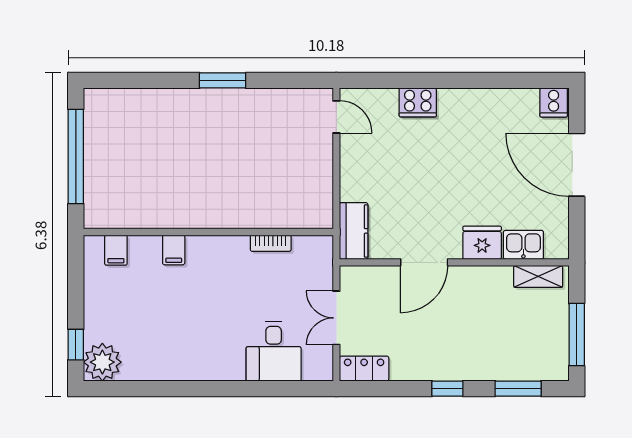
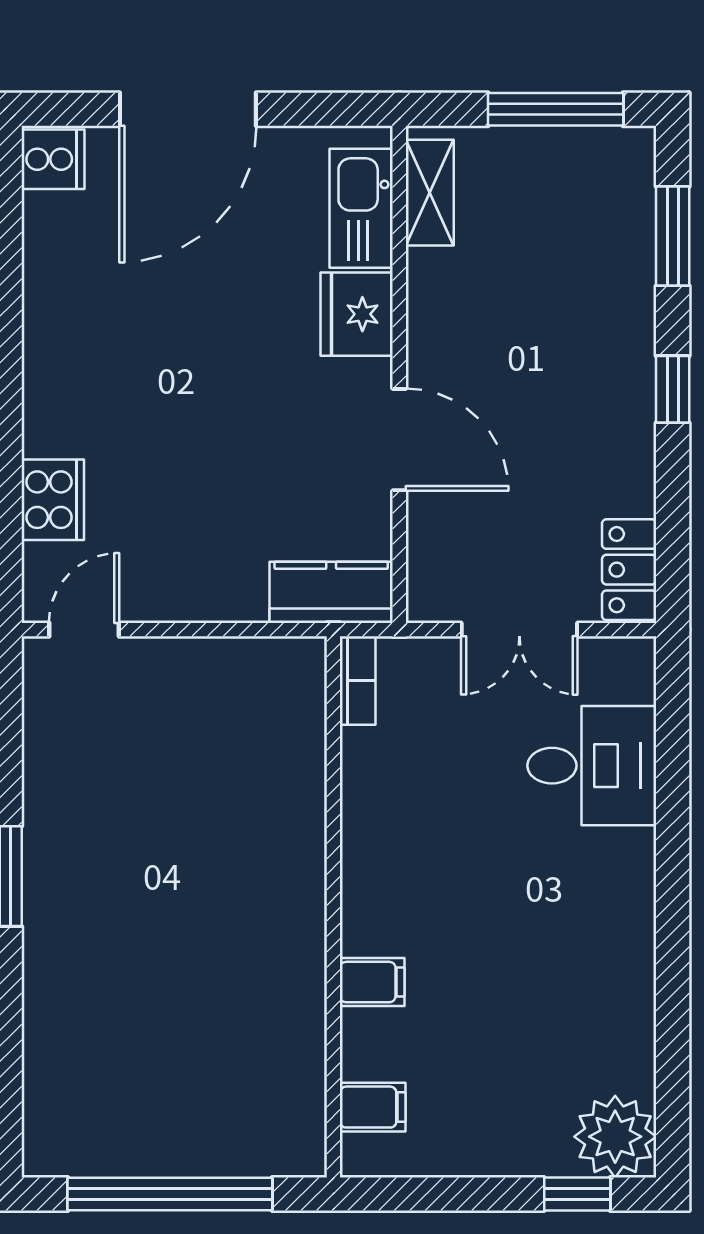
cooker: (418, 102) -> (53, 500), moved
bookcase: (271, 243) -> (358, 681), moved
kitchen sink: (523, 245) -> (361, 208), width x1.38

